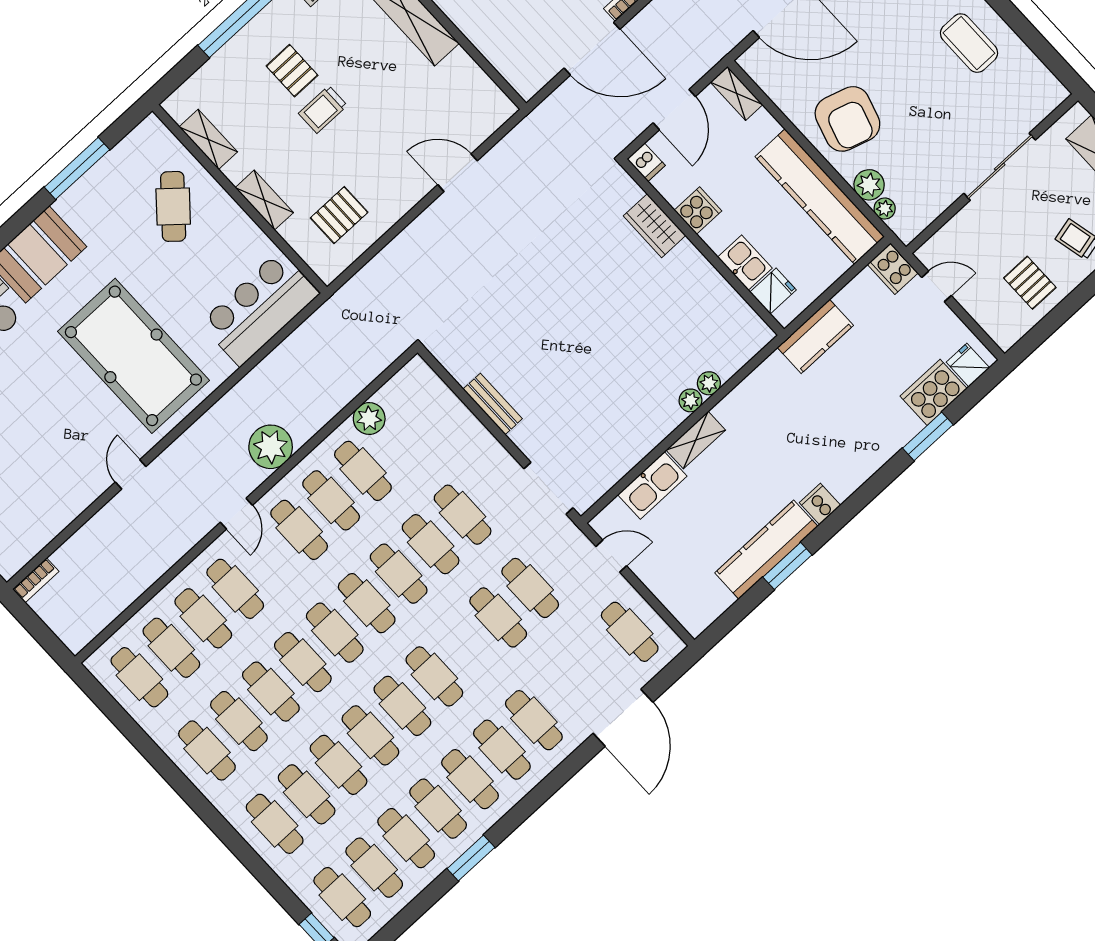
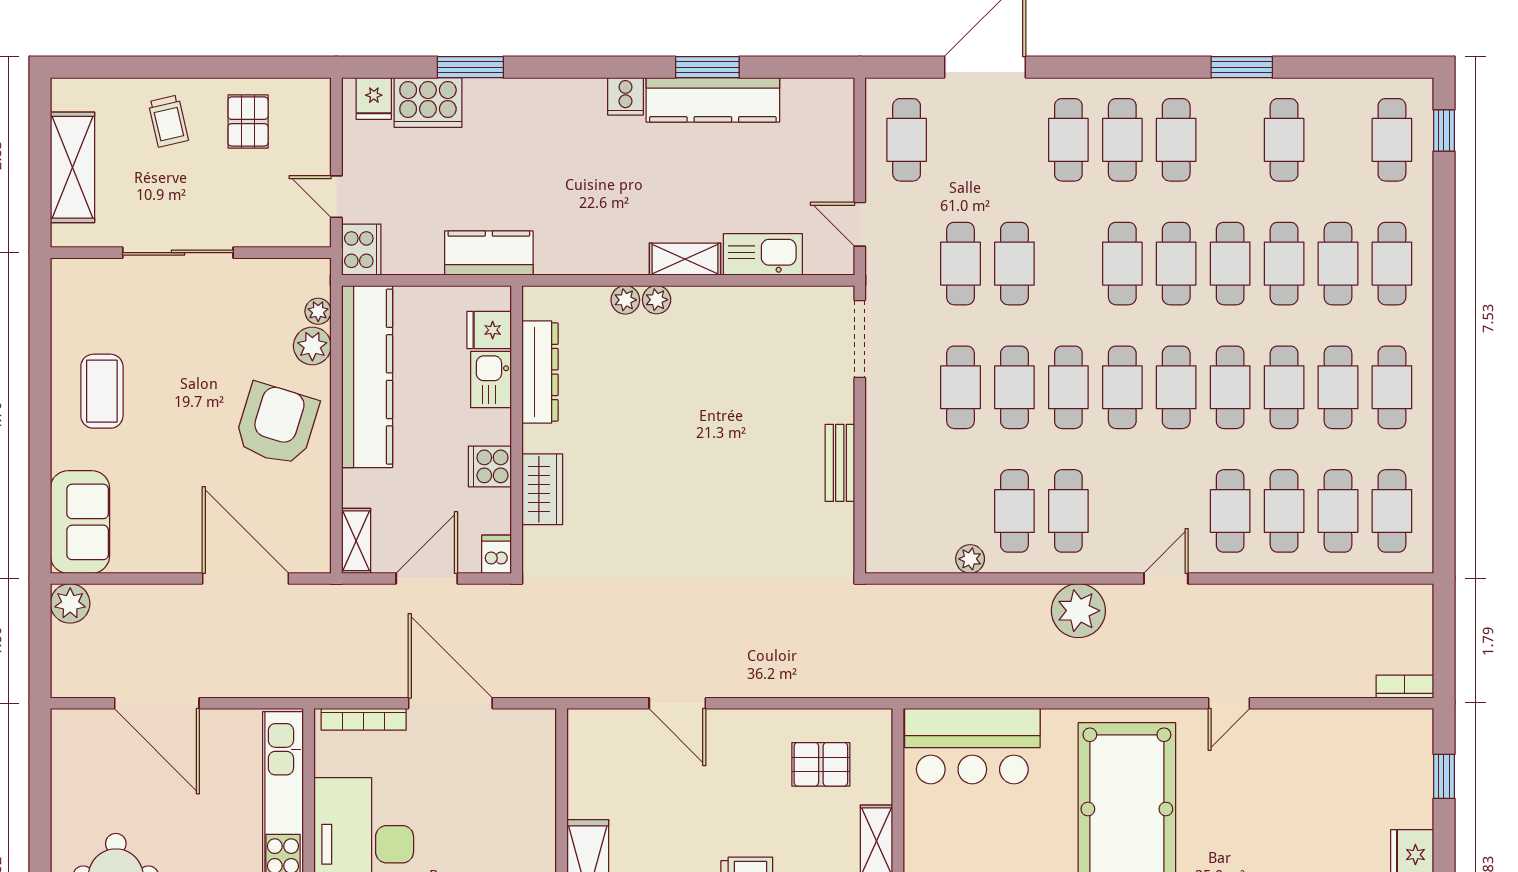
dresser: (720, 294) -> (540, 372), added
plant: (369, 419) -> (970, 559), width x0.73, depth x0.73
cafe table: (299, 530) -> (1122, 511), removed
cafe table: (438, 809) -> (1230, 140), removed
cafe table: (374, 868) -> (1338, 140), removed

